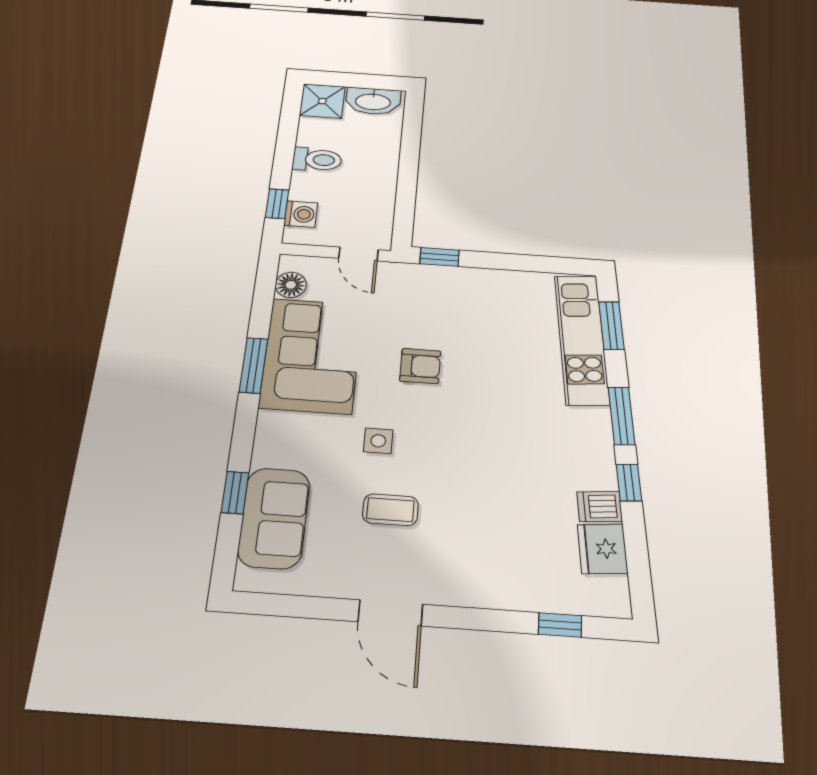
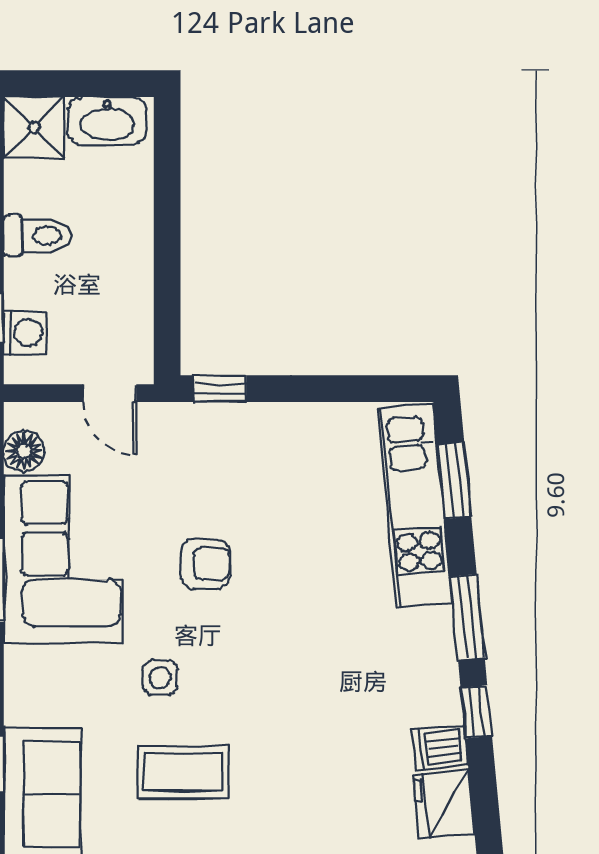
coffee table: (390, 510) -> (183, 772), width x1.36, depth x1.30

